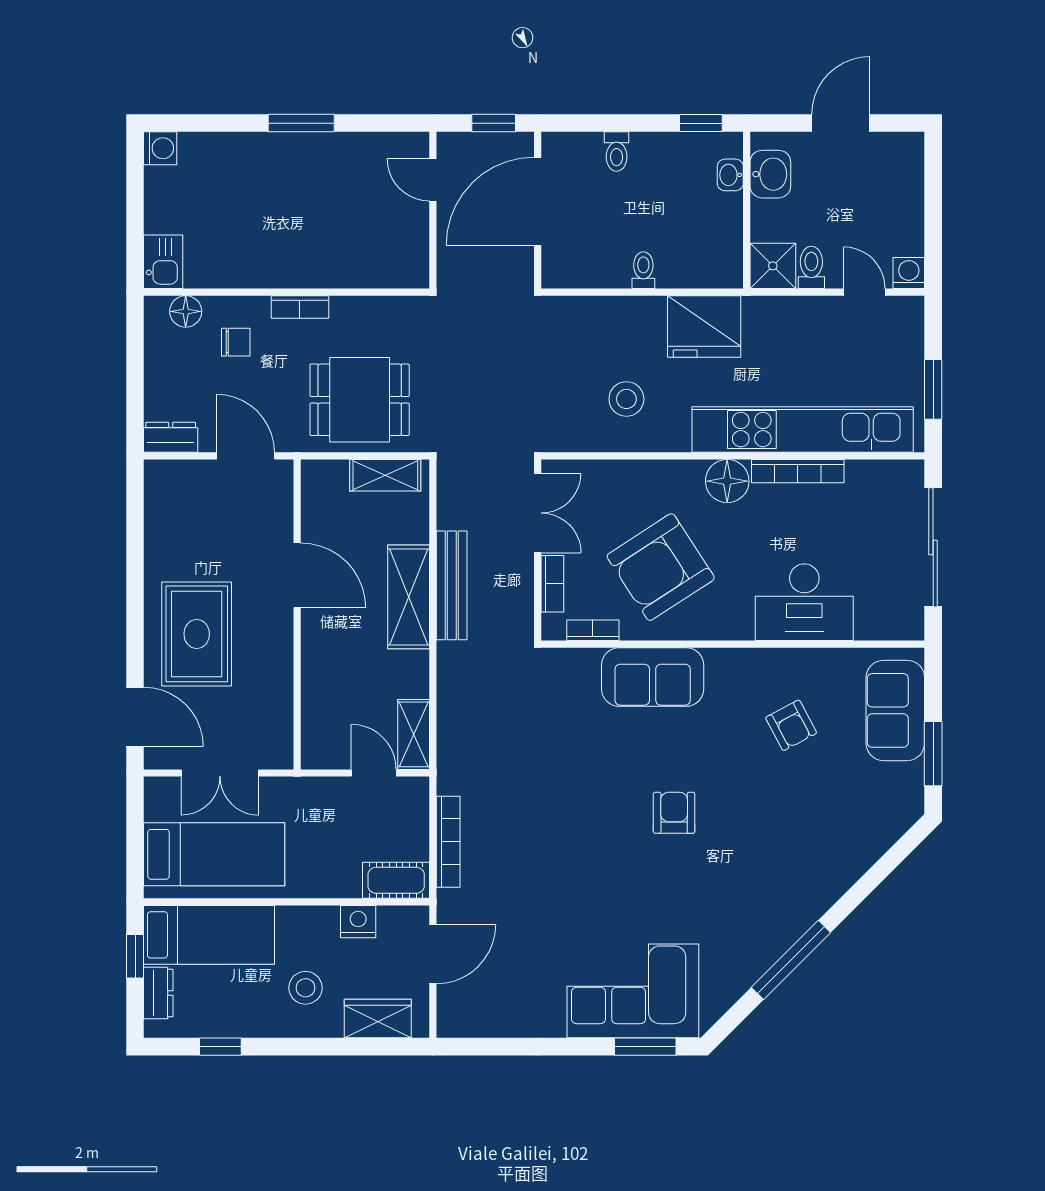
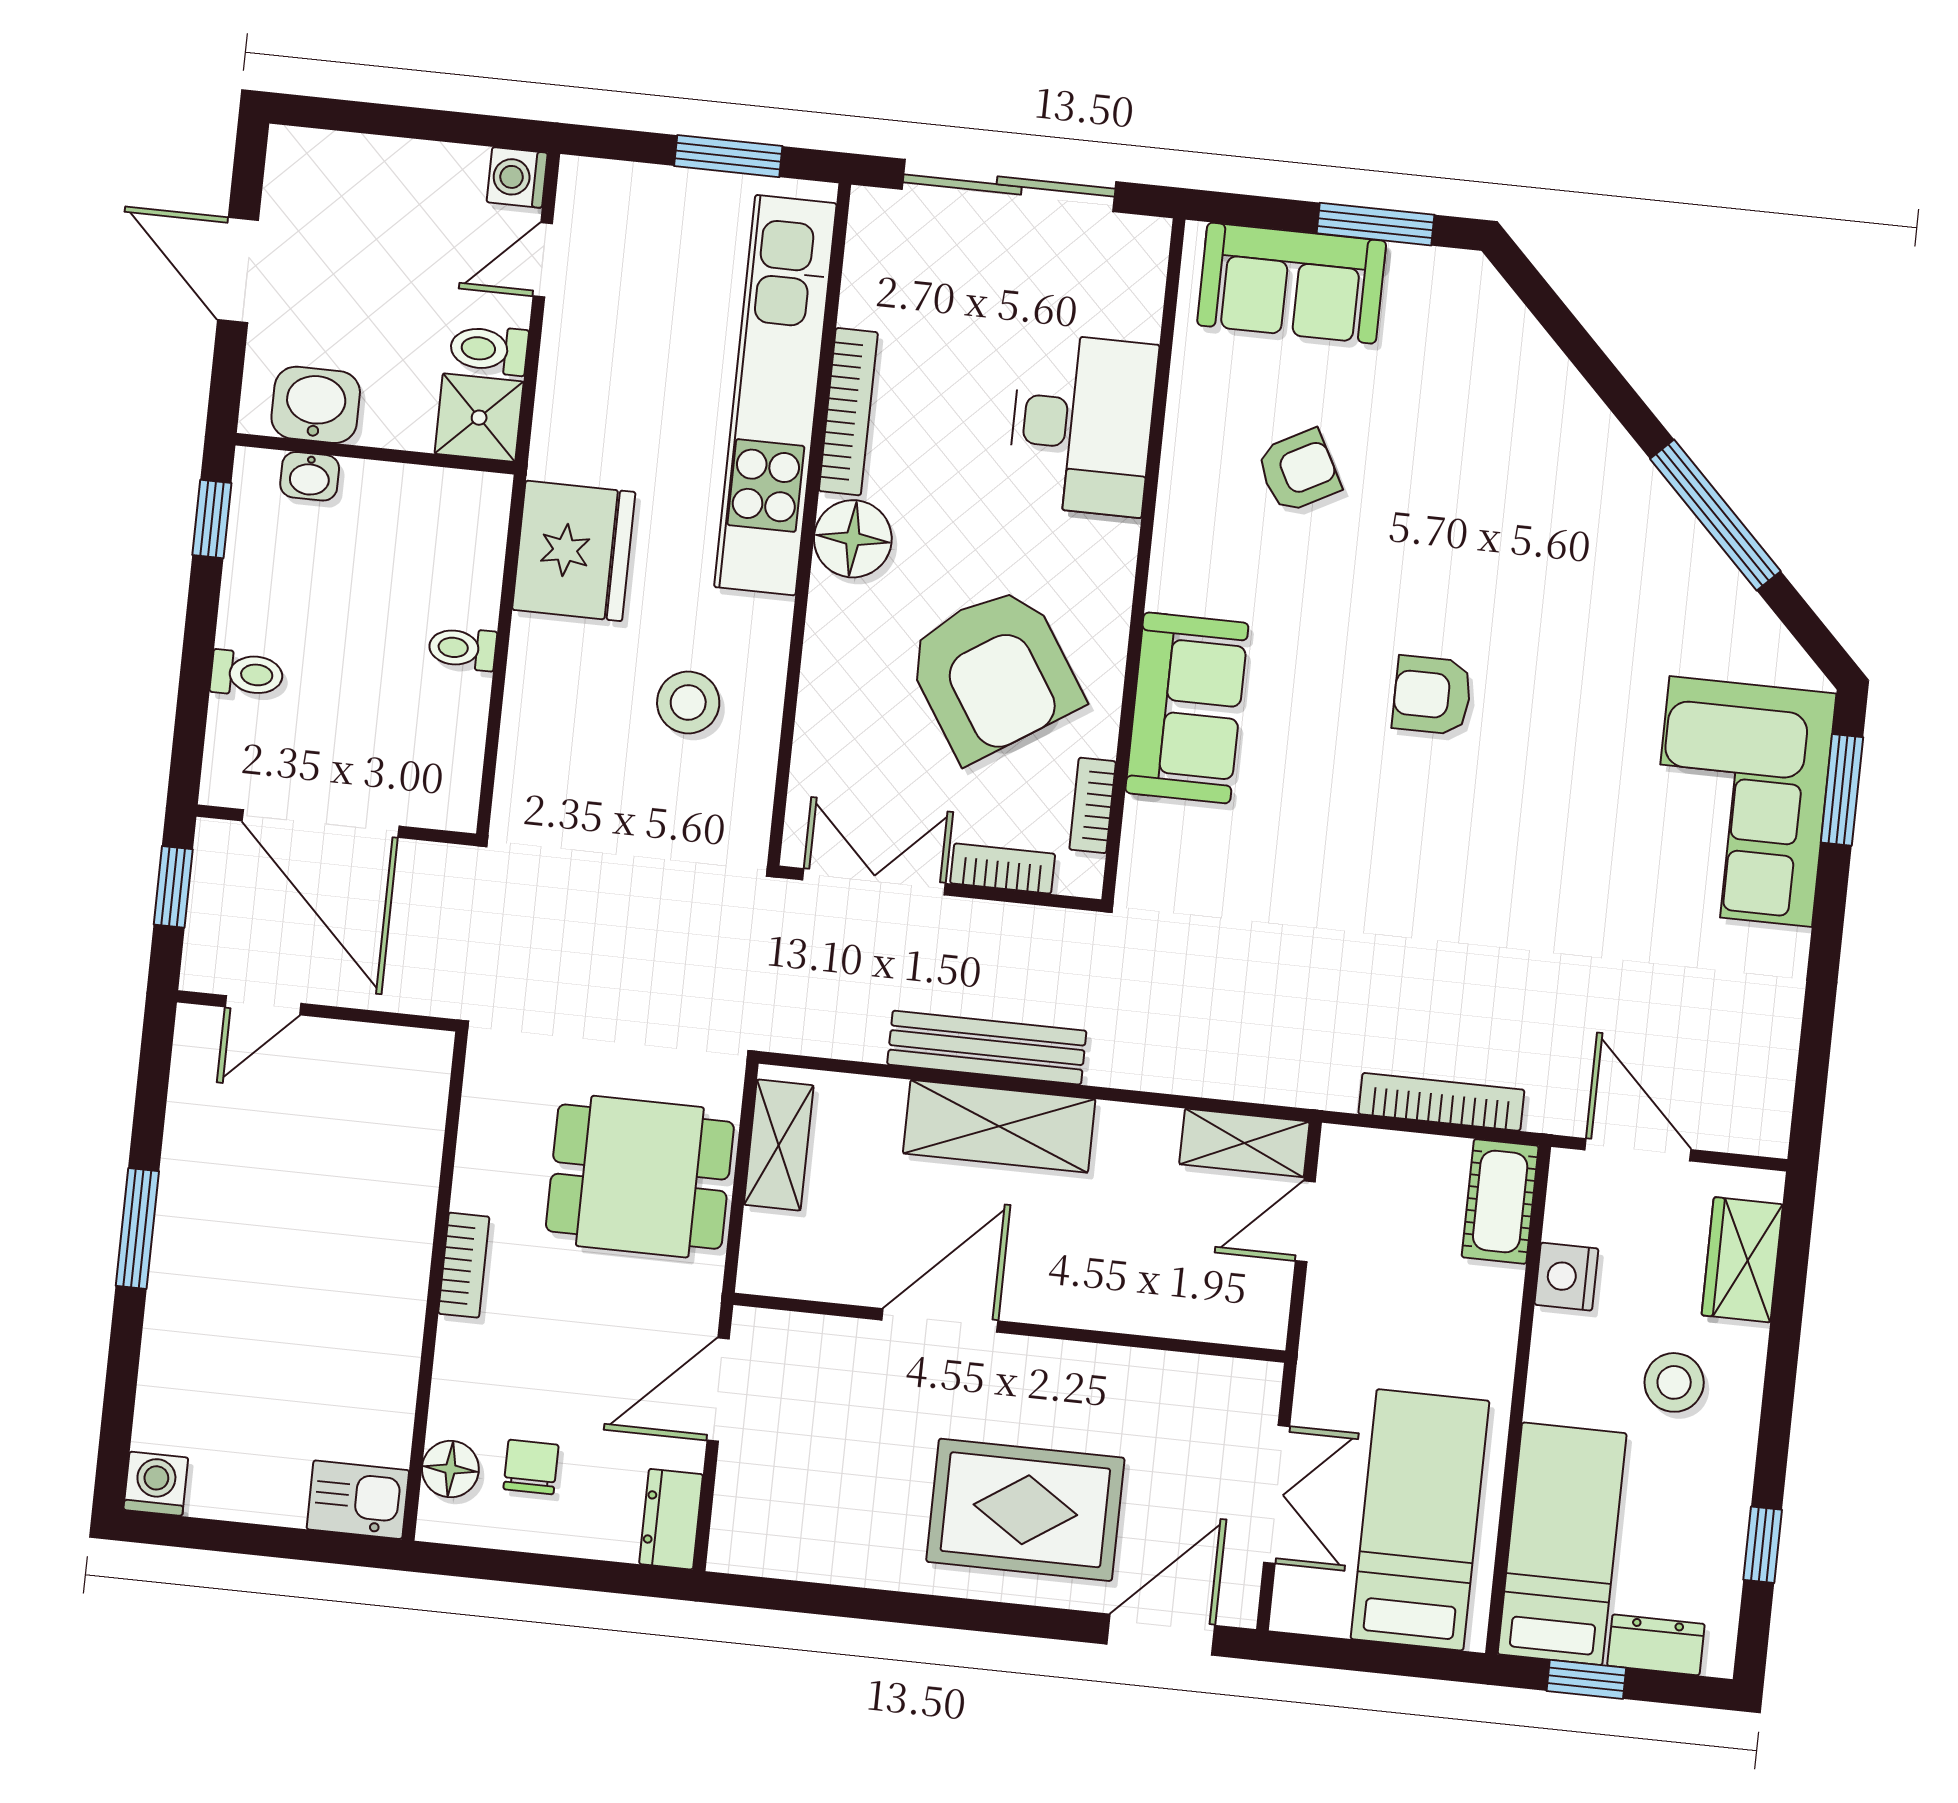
chair: (236, 342) -> (531, 1467), moved
dining table: (360, 400) -> (640, 1177), turned 90

